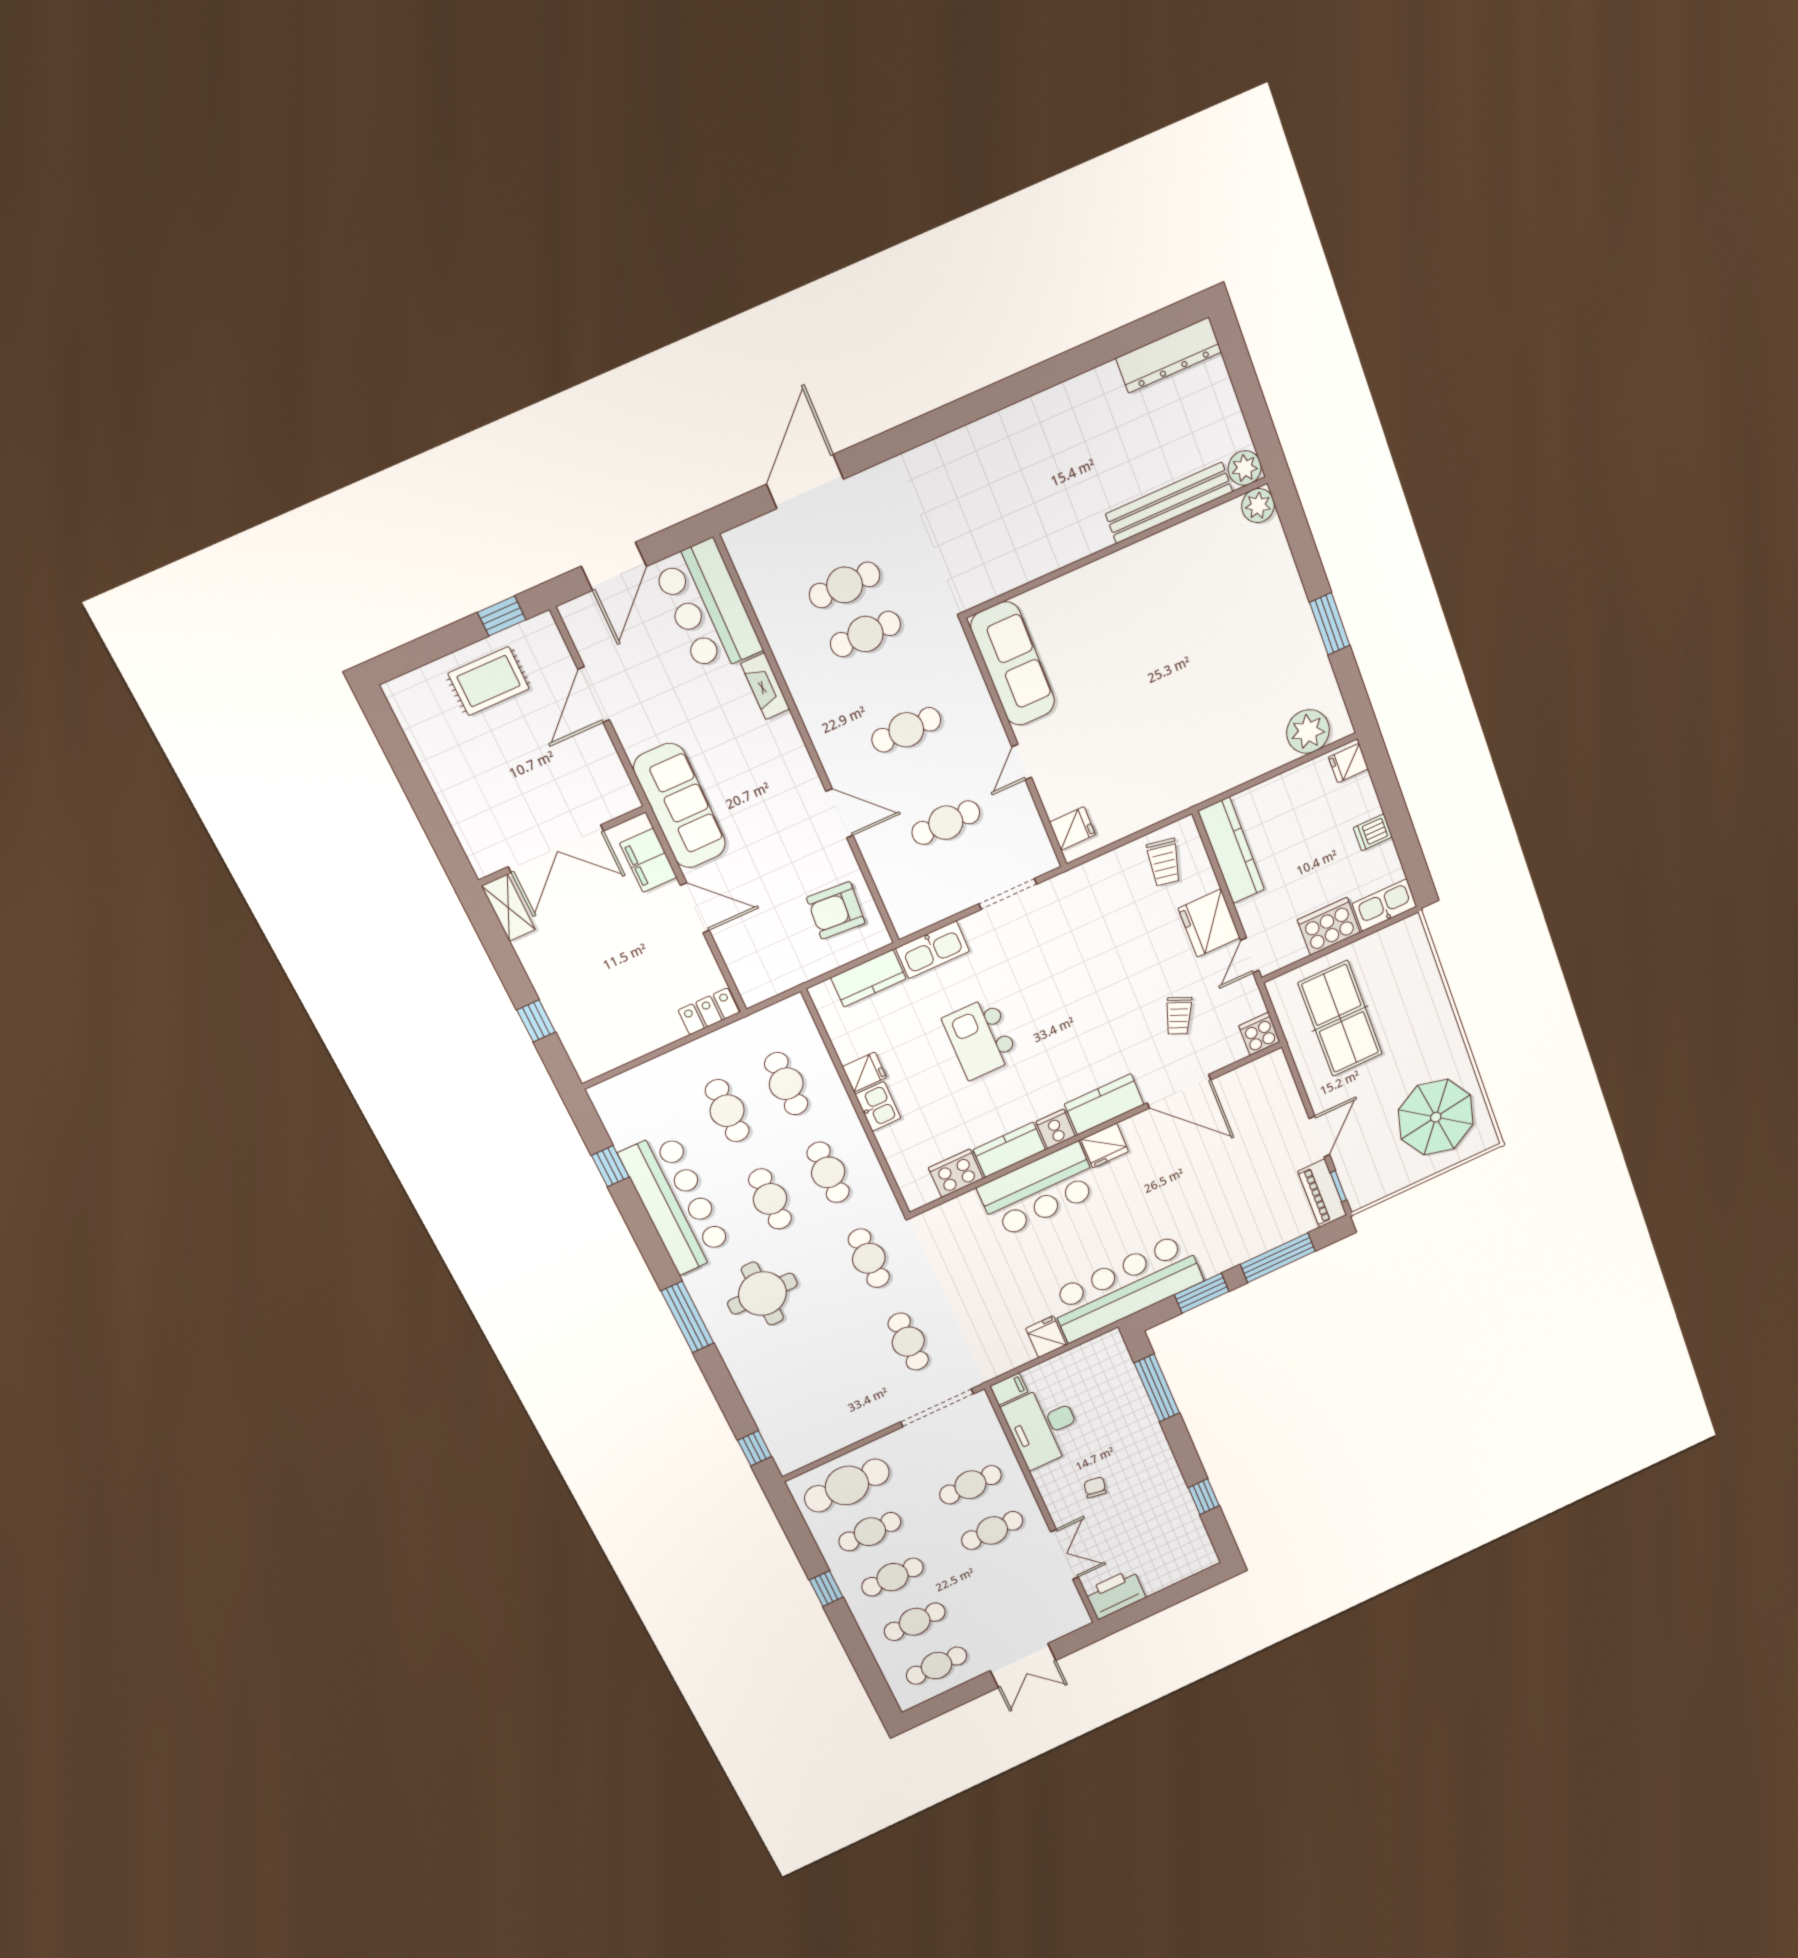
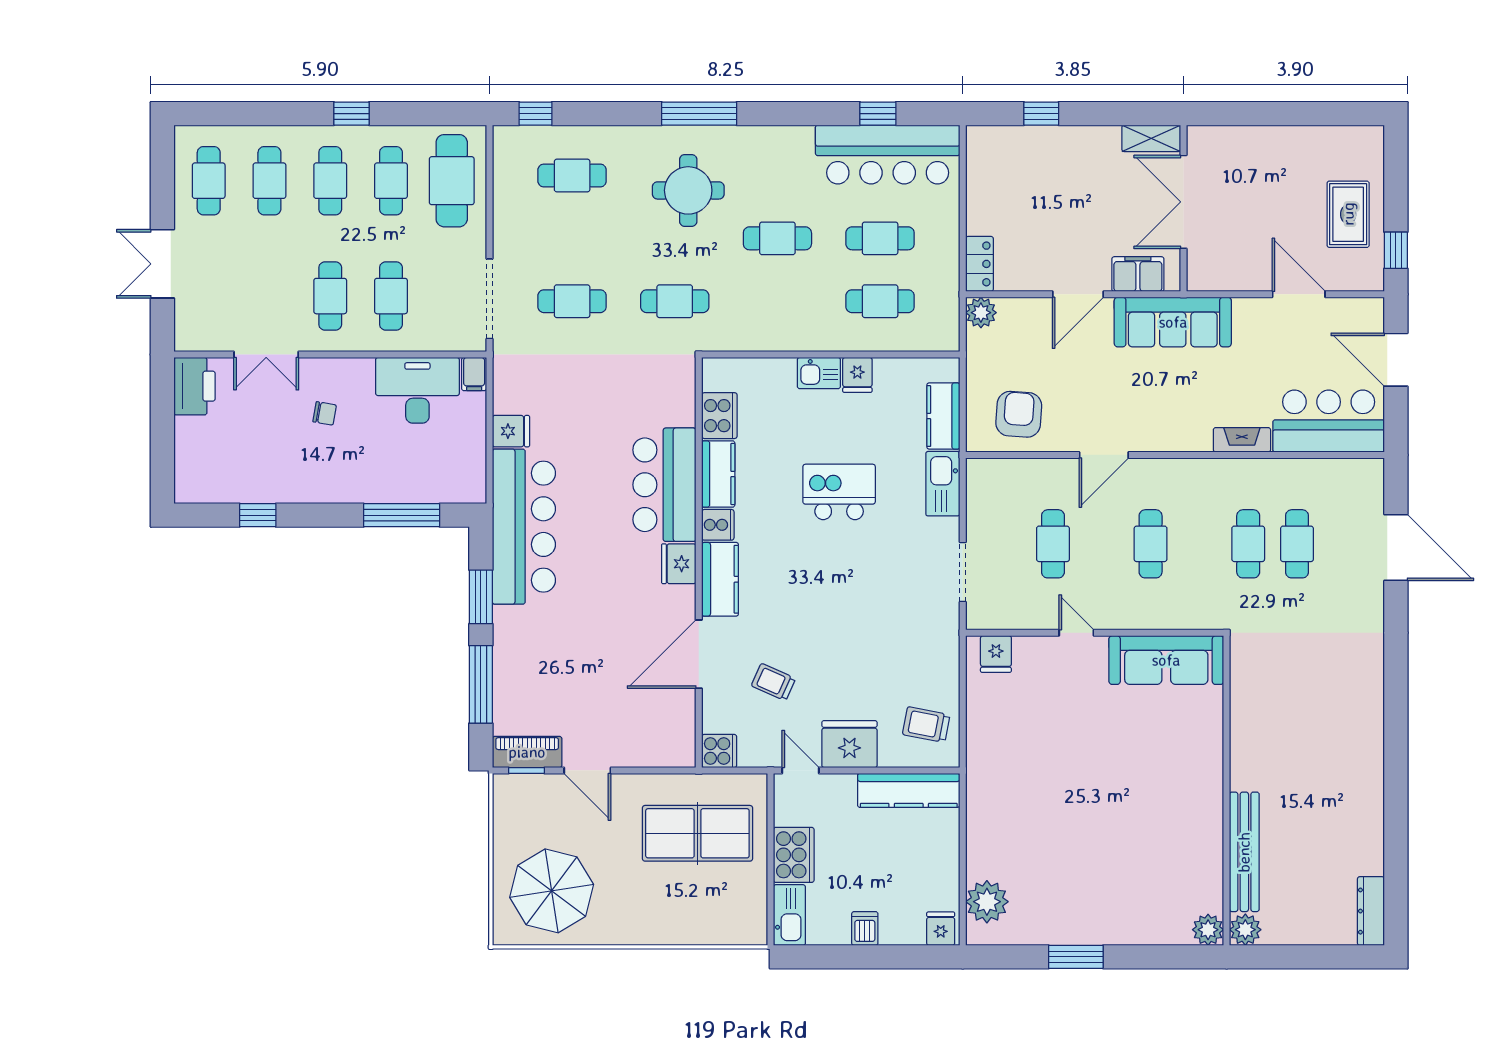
dresser: (1169, 355) -> (1371, 911), width x0.73, depth x0.80
plant: (755, 989) -> (981, 313), added
cafe table: (828, 1172) -> (572, 176), moved
bar counter: (676, 1202) -> (888, 154), moved

